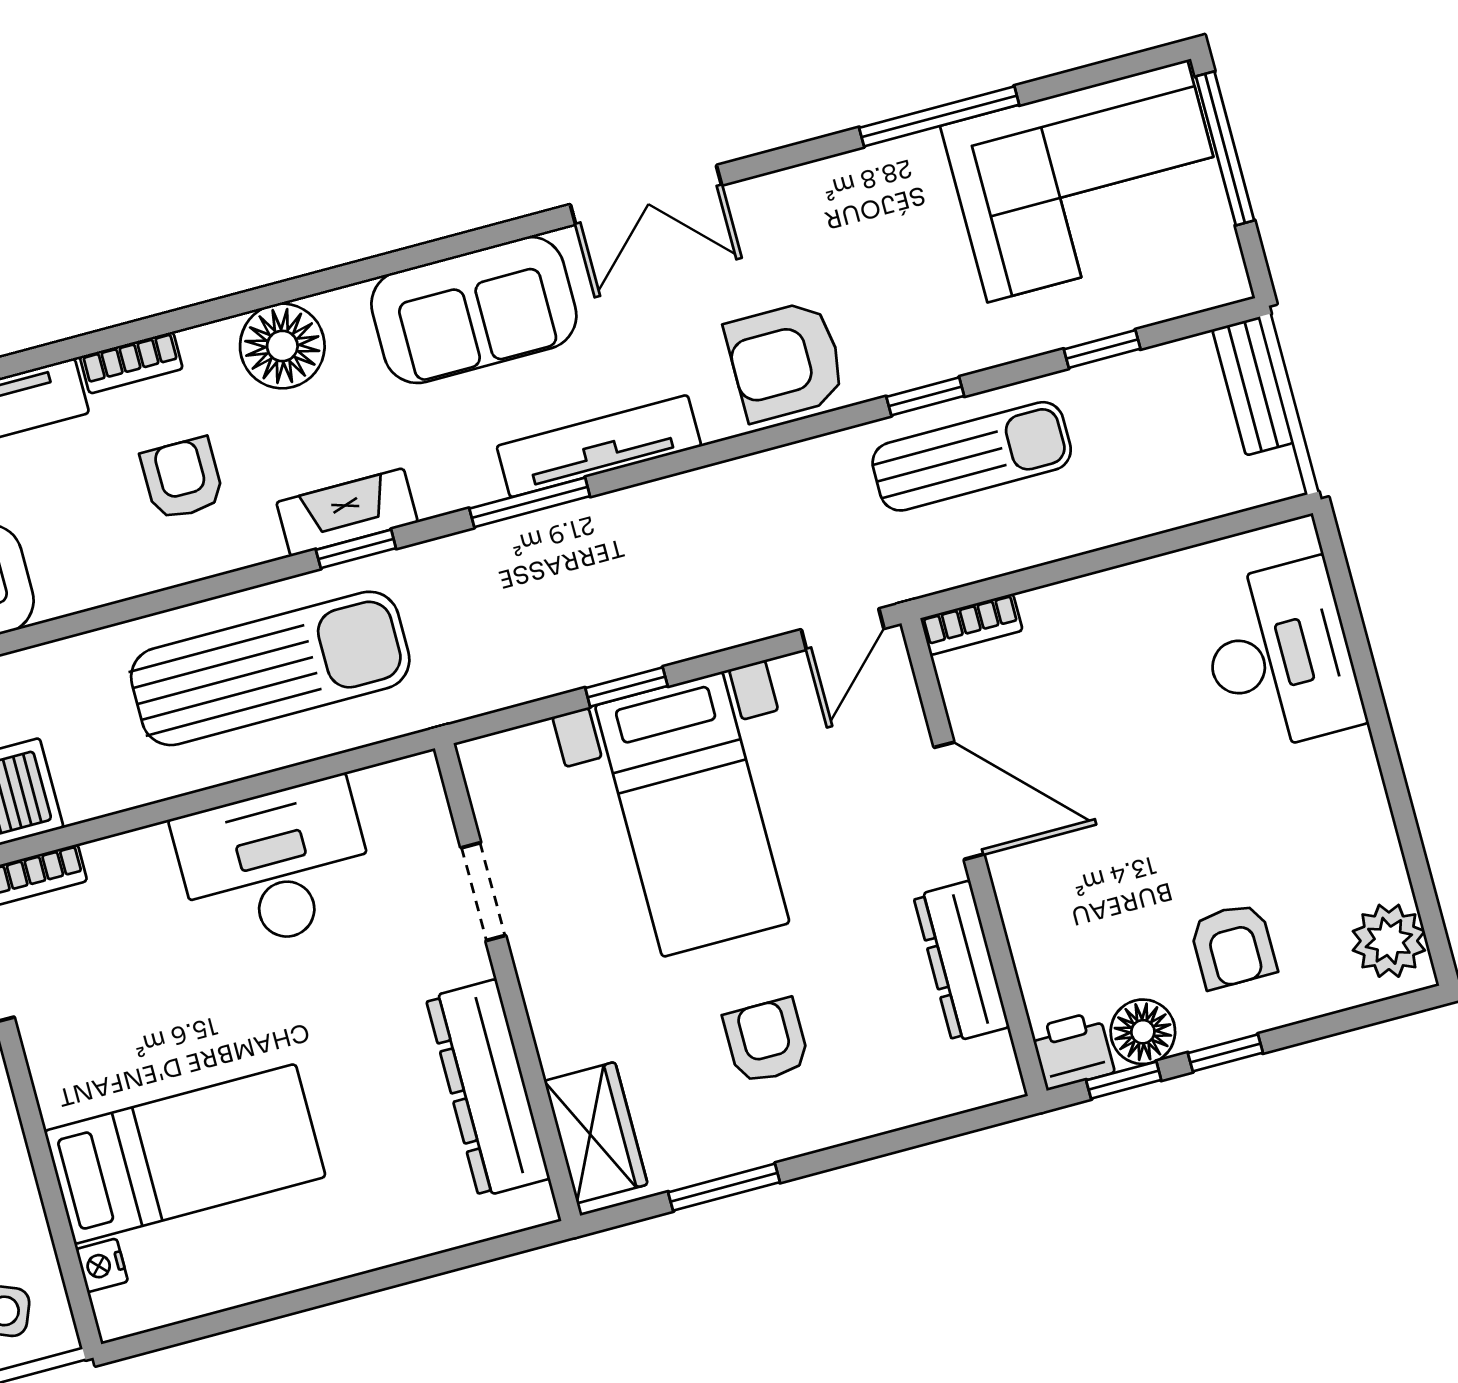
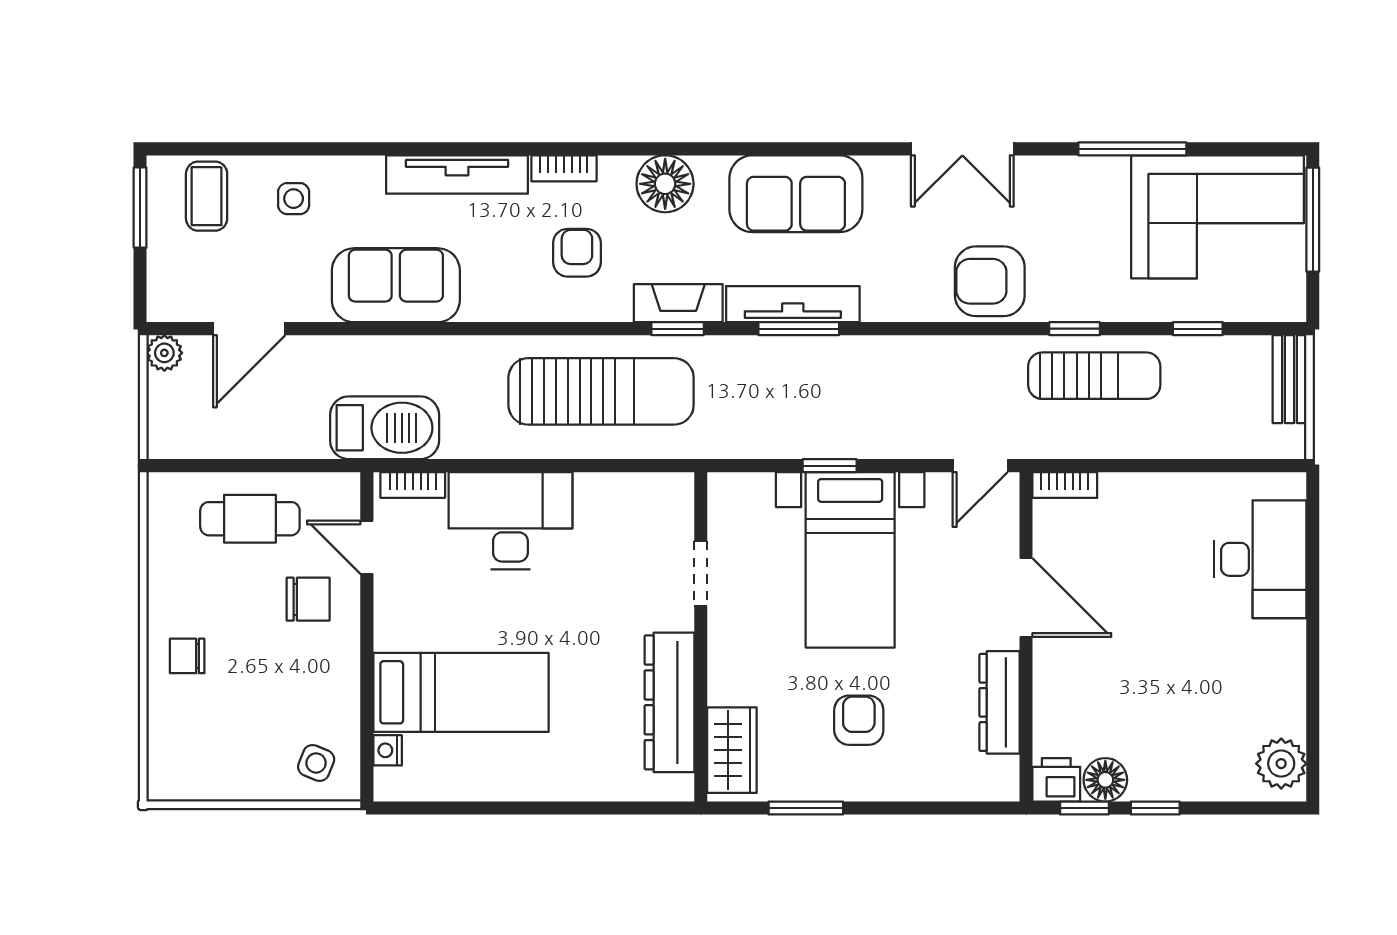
double door: (646, 195) -> (962, 149), moved
tv unit: (599, 446) -> (793, 304), moved
desk: (275, 866) -> (510, 521), moved
armchair: (1233, 946) -> (1179, 740), removed

